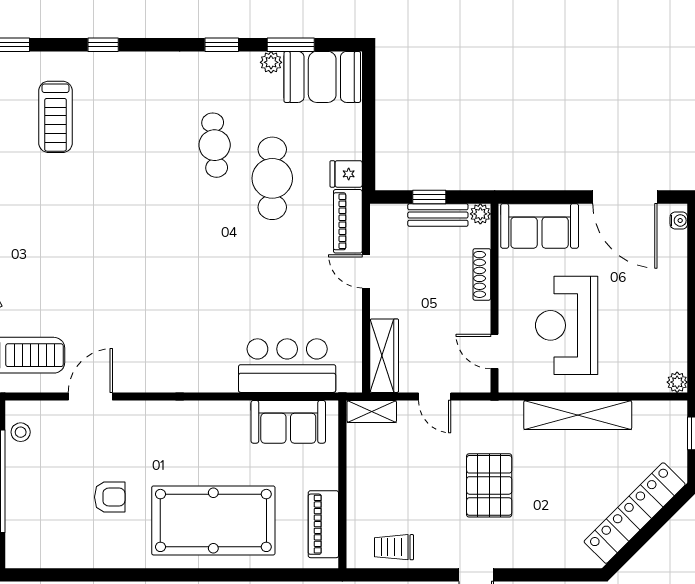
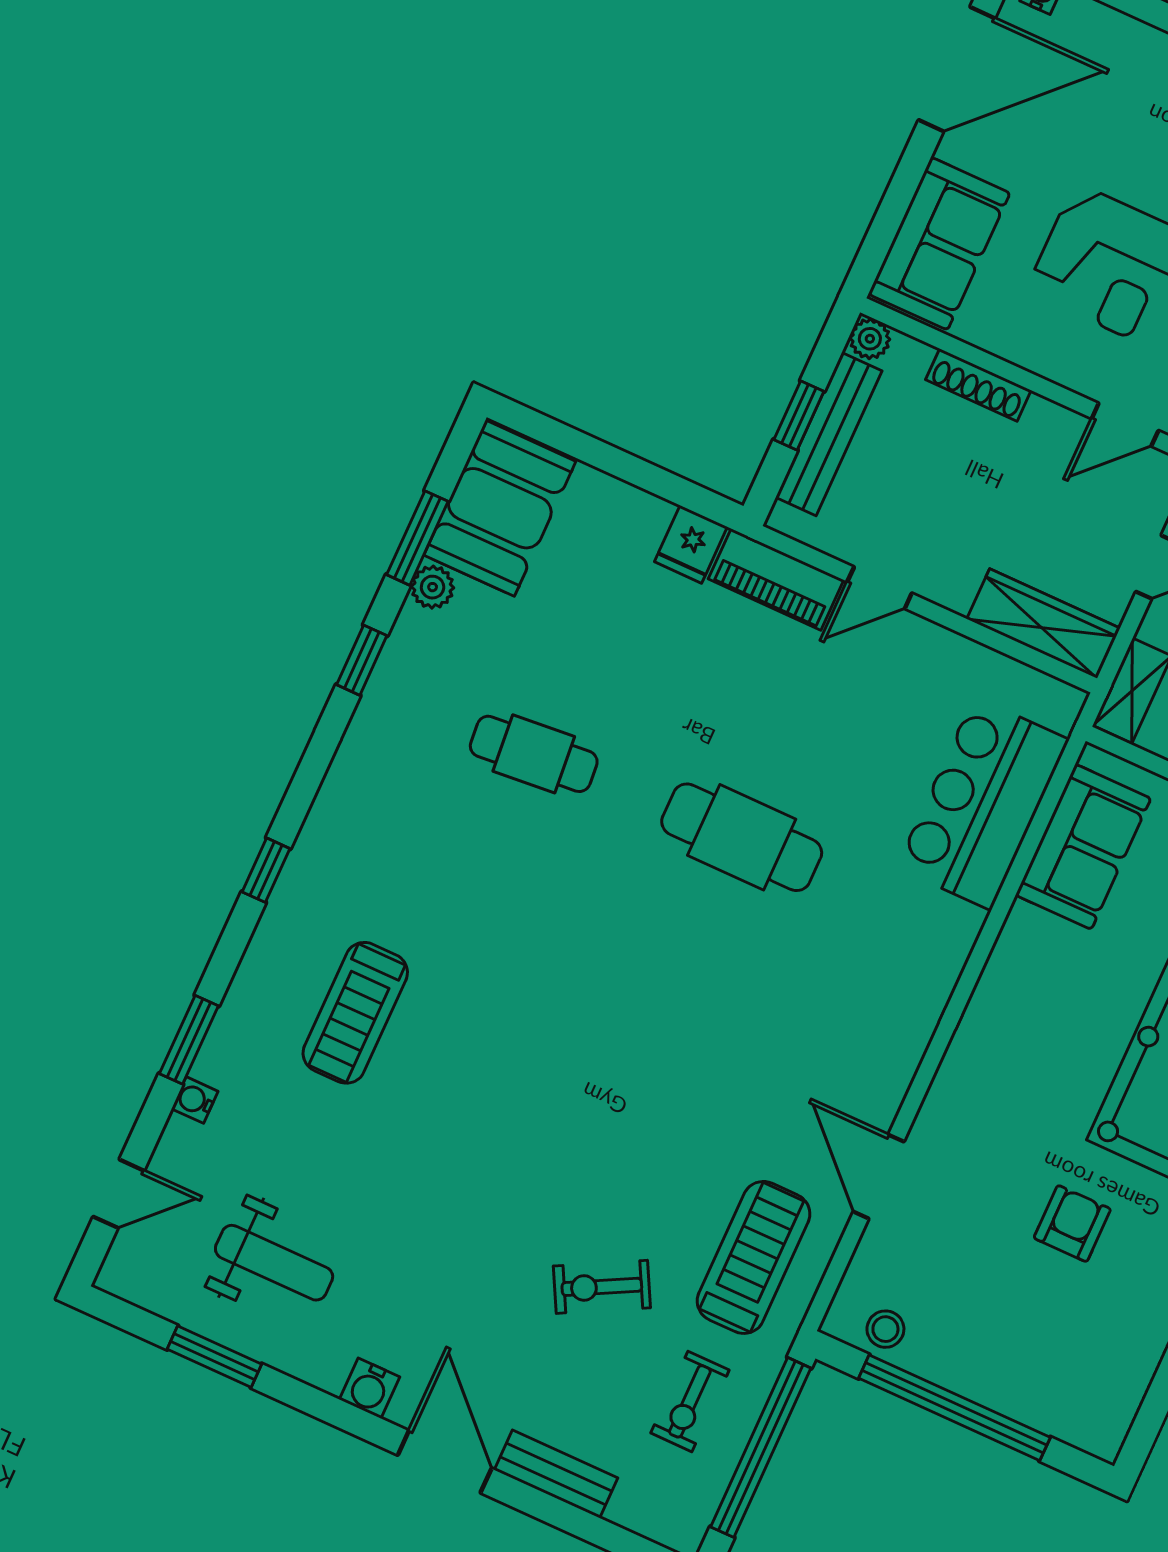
treadmill: (56, 117) -> (355, 1013), turned 90
cafe table: (272, 178) -> (742, 837), moved
bench: (438, 215) -> (829, 434), width x1.36

